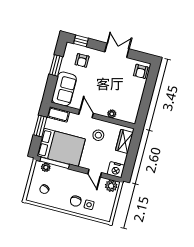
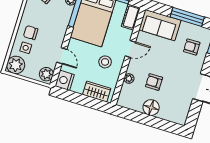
window: (56, 65) -> (187, 17), width x1.44
armchair: (141, 71) -> (154, 82), moved
floor lamp: (136, 93) -> (151, 108), added
door: (95, 173) -> (62, 56), swing flipped
plant: (104, 213) -> (16, 65), added

